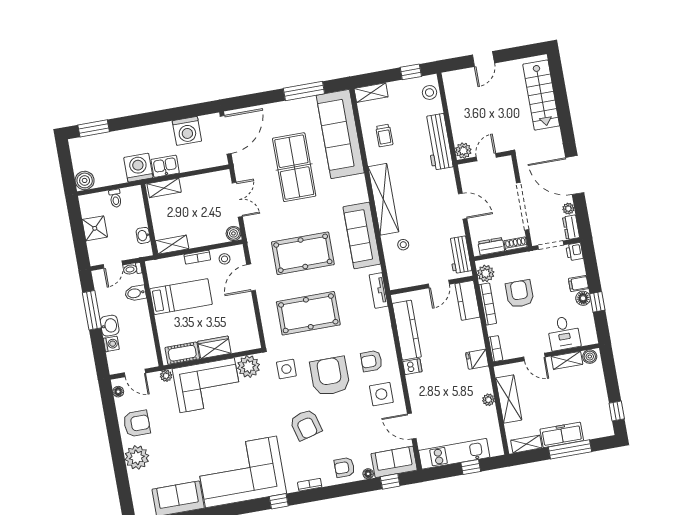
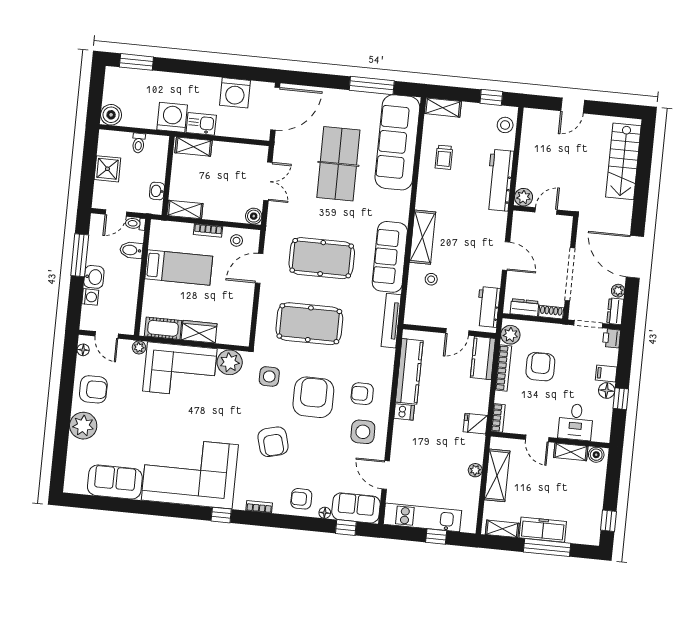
shelving: (383, 199) -> (423, 237), width x0.68
tv unit: (379, 290) -> (391, 321), width x1.41

